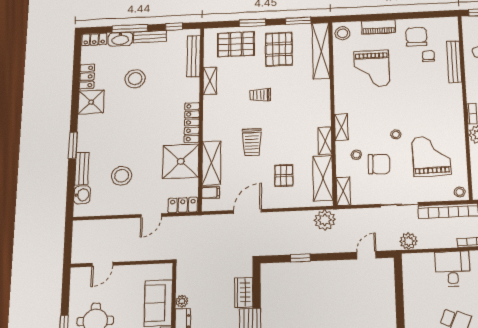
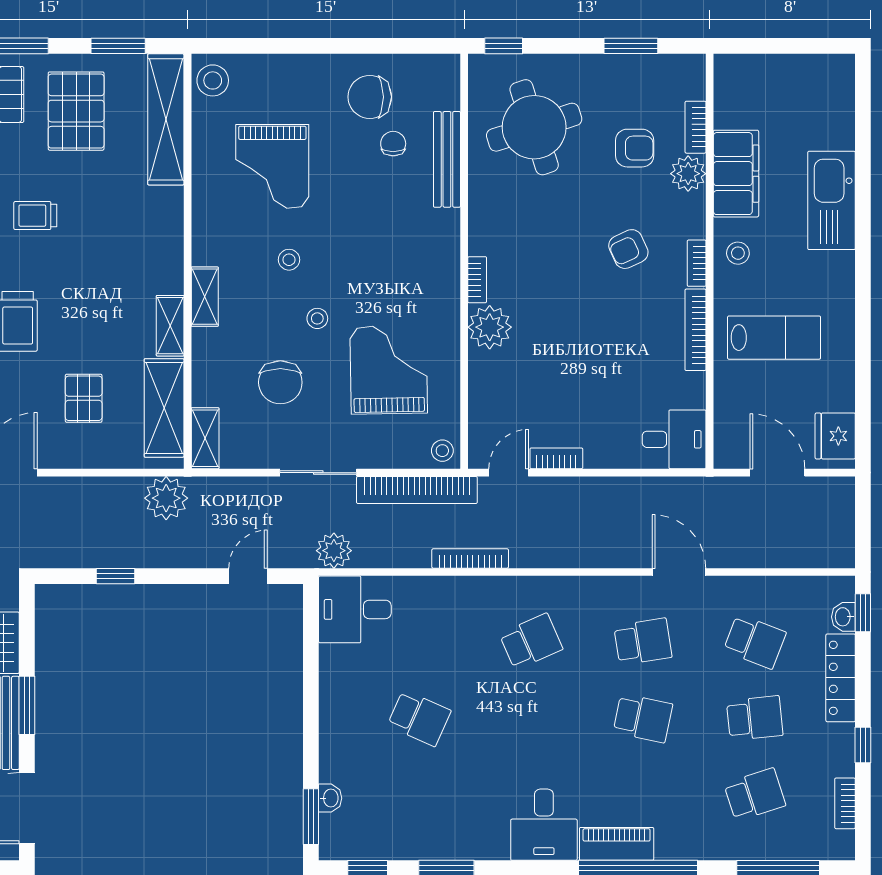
piano: (379, 27) -> (290, 70), removed
chair: (416, 37) -> (370, 97), turned -90
stool: (356, 155) -> (289, 260), moved
chair: (379, 164) -> (280, 382), turned 89
desk: (453, 269) -> (355, 609), moved, turned -90

